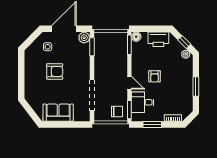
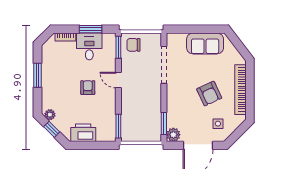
floor lamp: (136, 37) -> (110, 136), removed
armchair: (55, 71) -> (209, 94), turned -115
bookcase: (29, 75) -> (240, 90), added
desk: (143, 102) -> (89, 46), moved, turned -90

